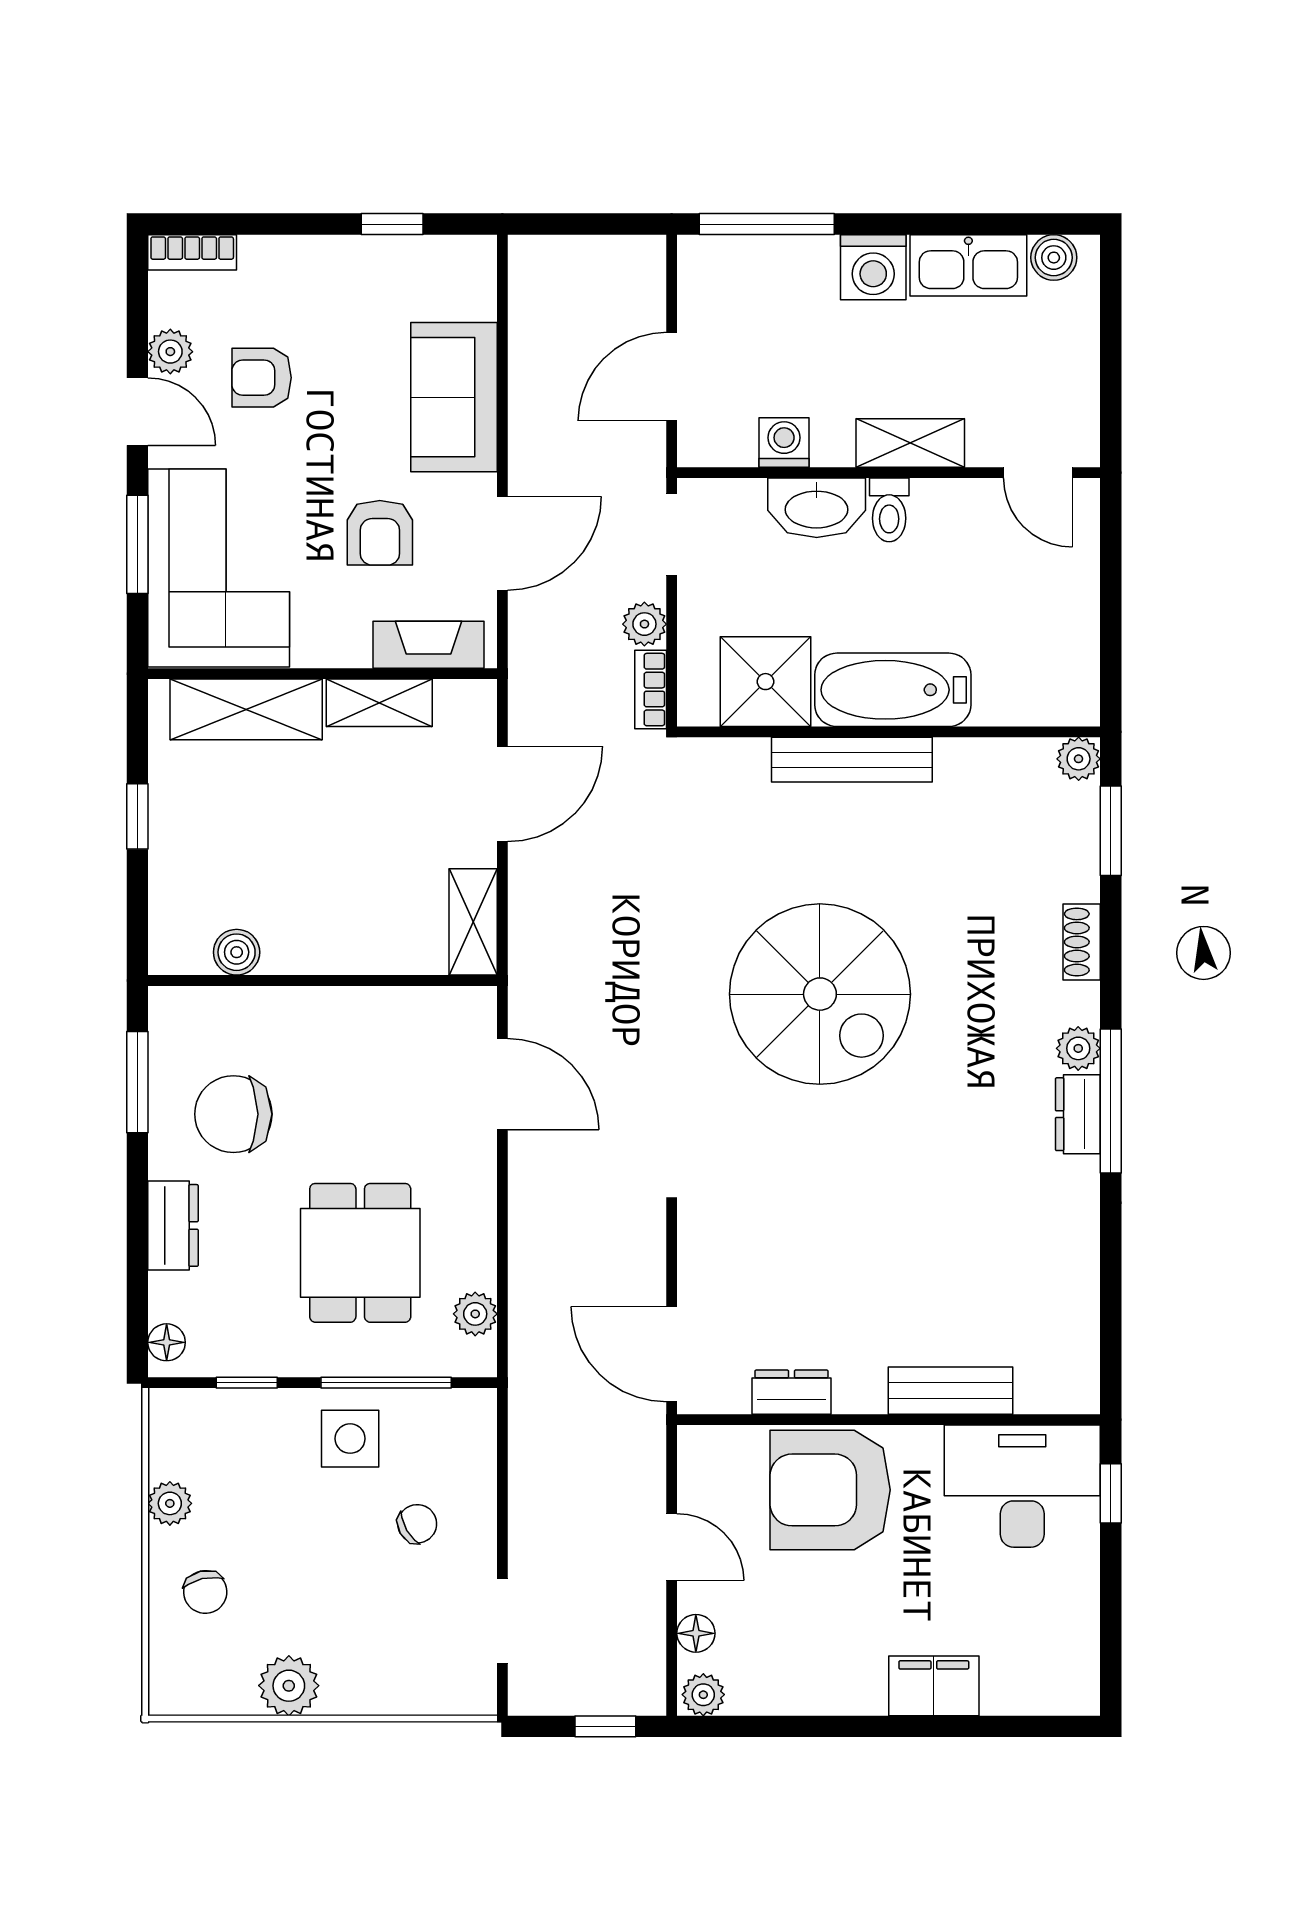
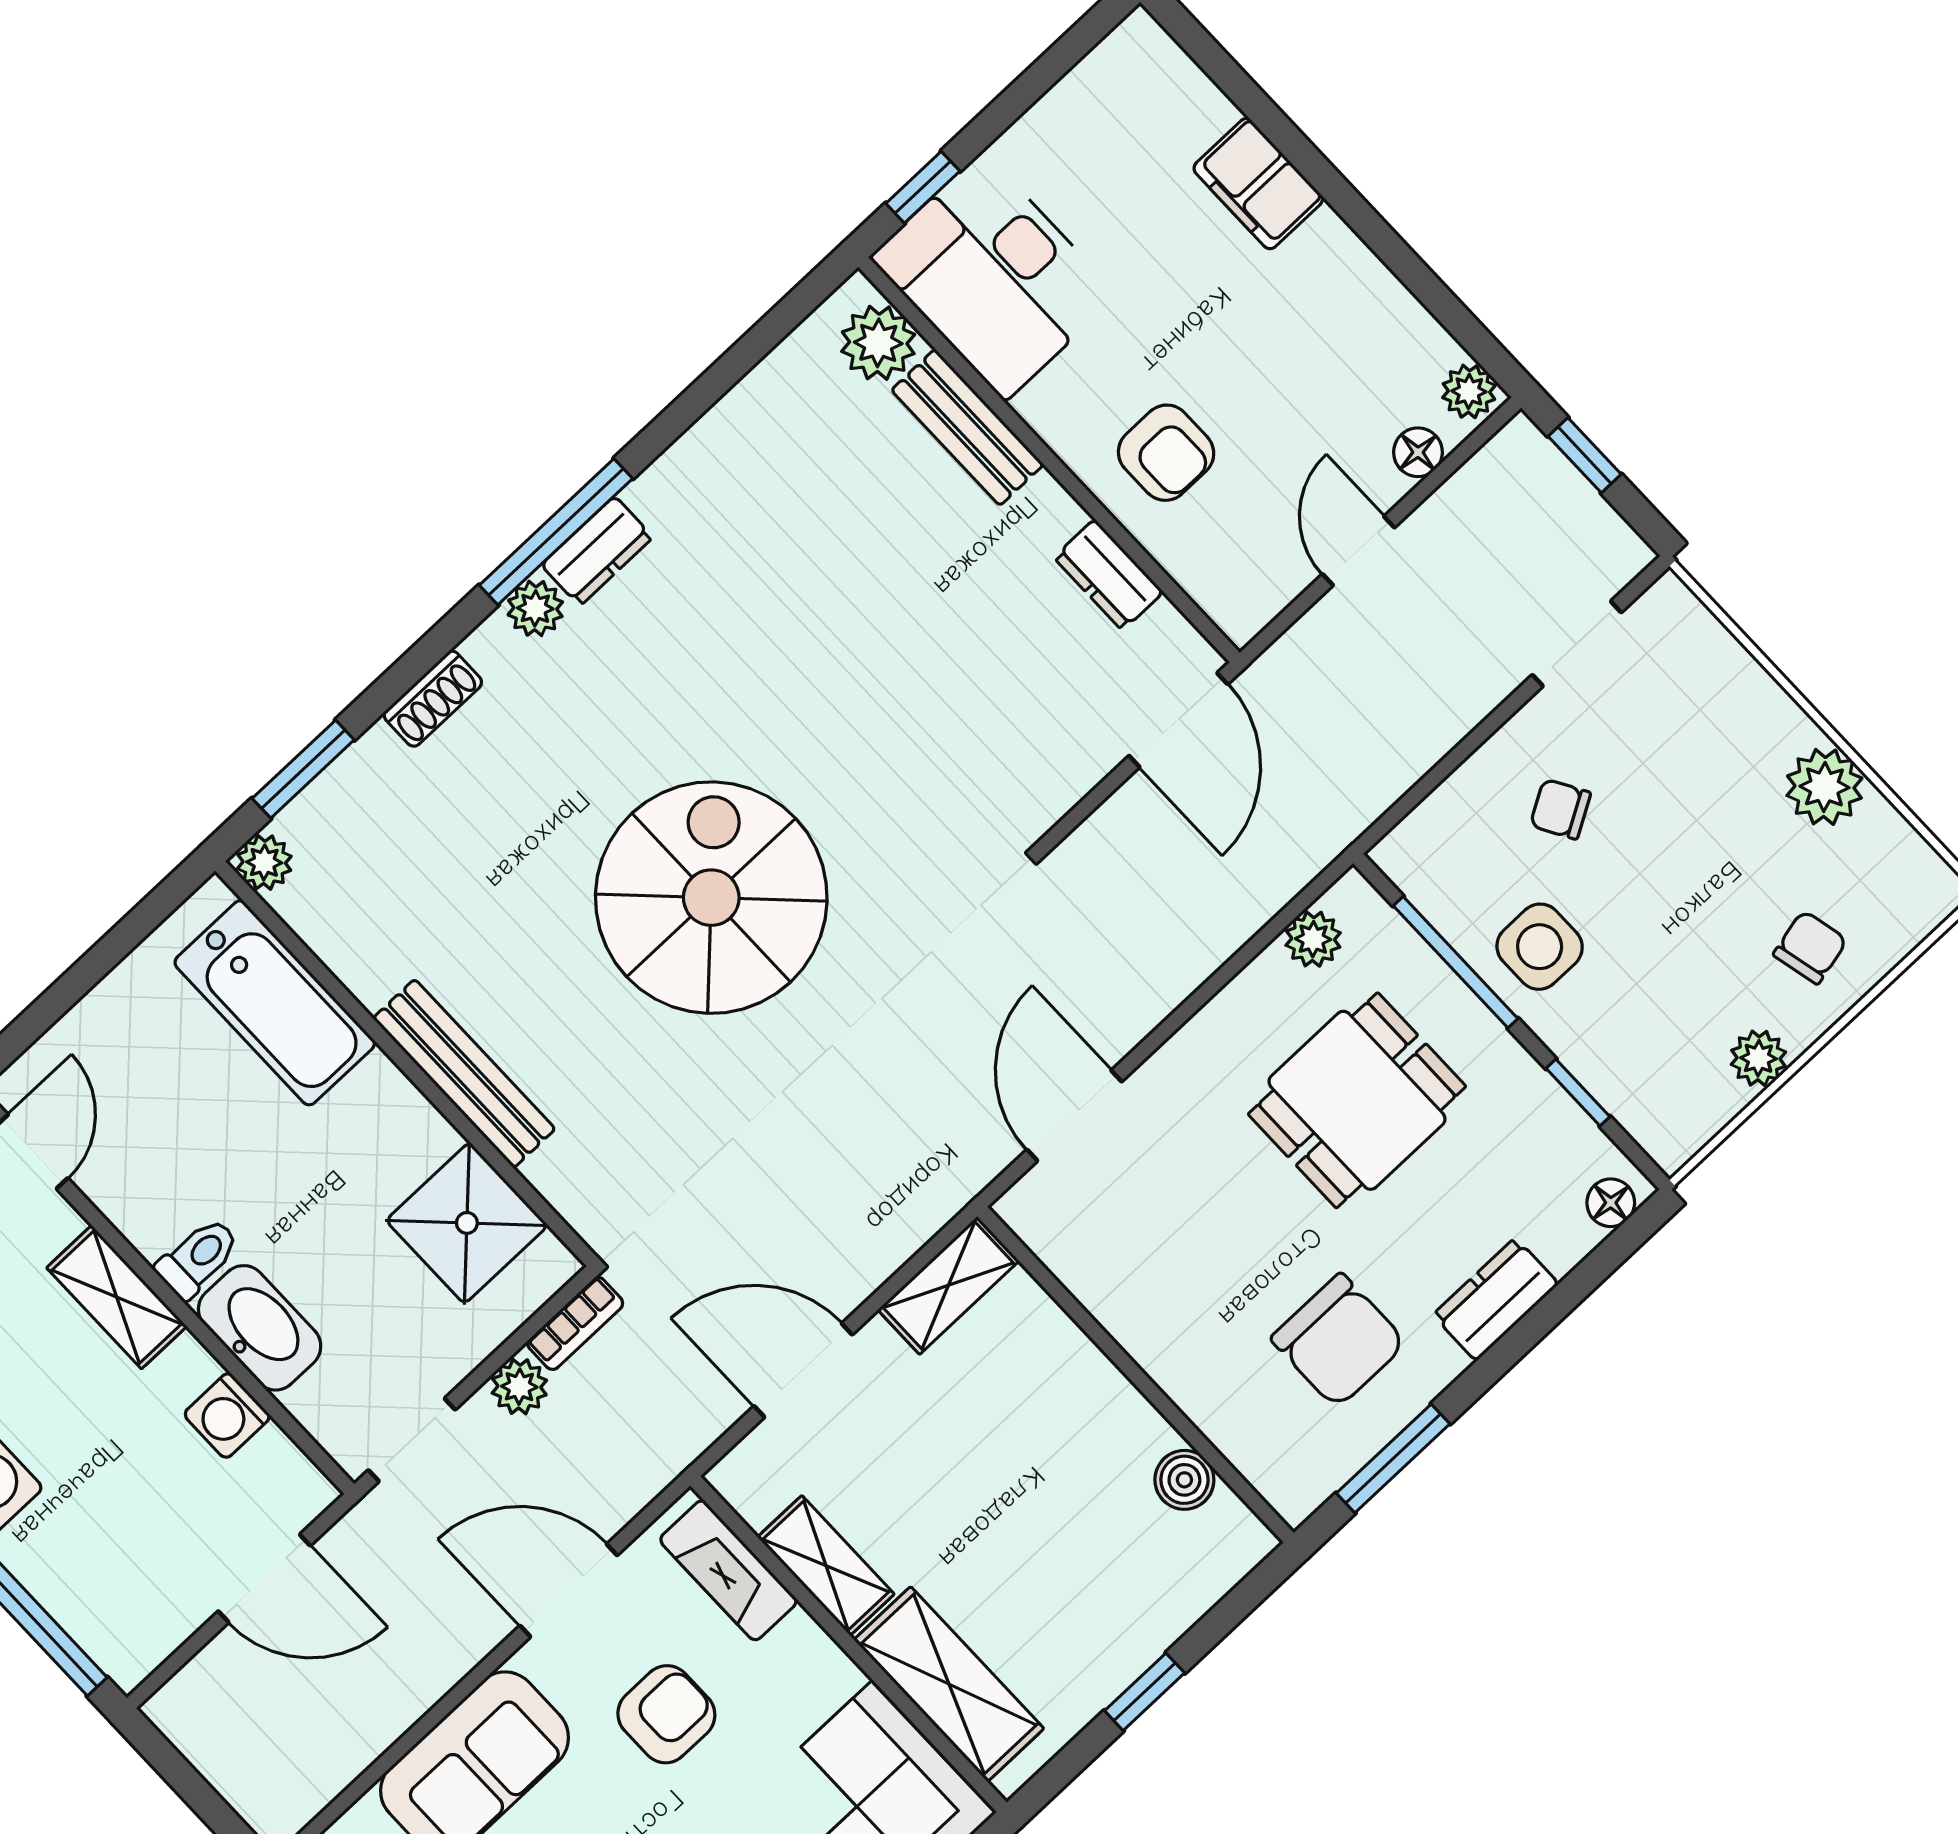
bathtub: (893, 690) -> (275, 1003), moved
plant: (1046, 1385) -> (878, 343), added
armchair: (830, 1490) -> (1166, 453), width x0.53, depth x0.53

